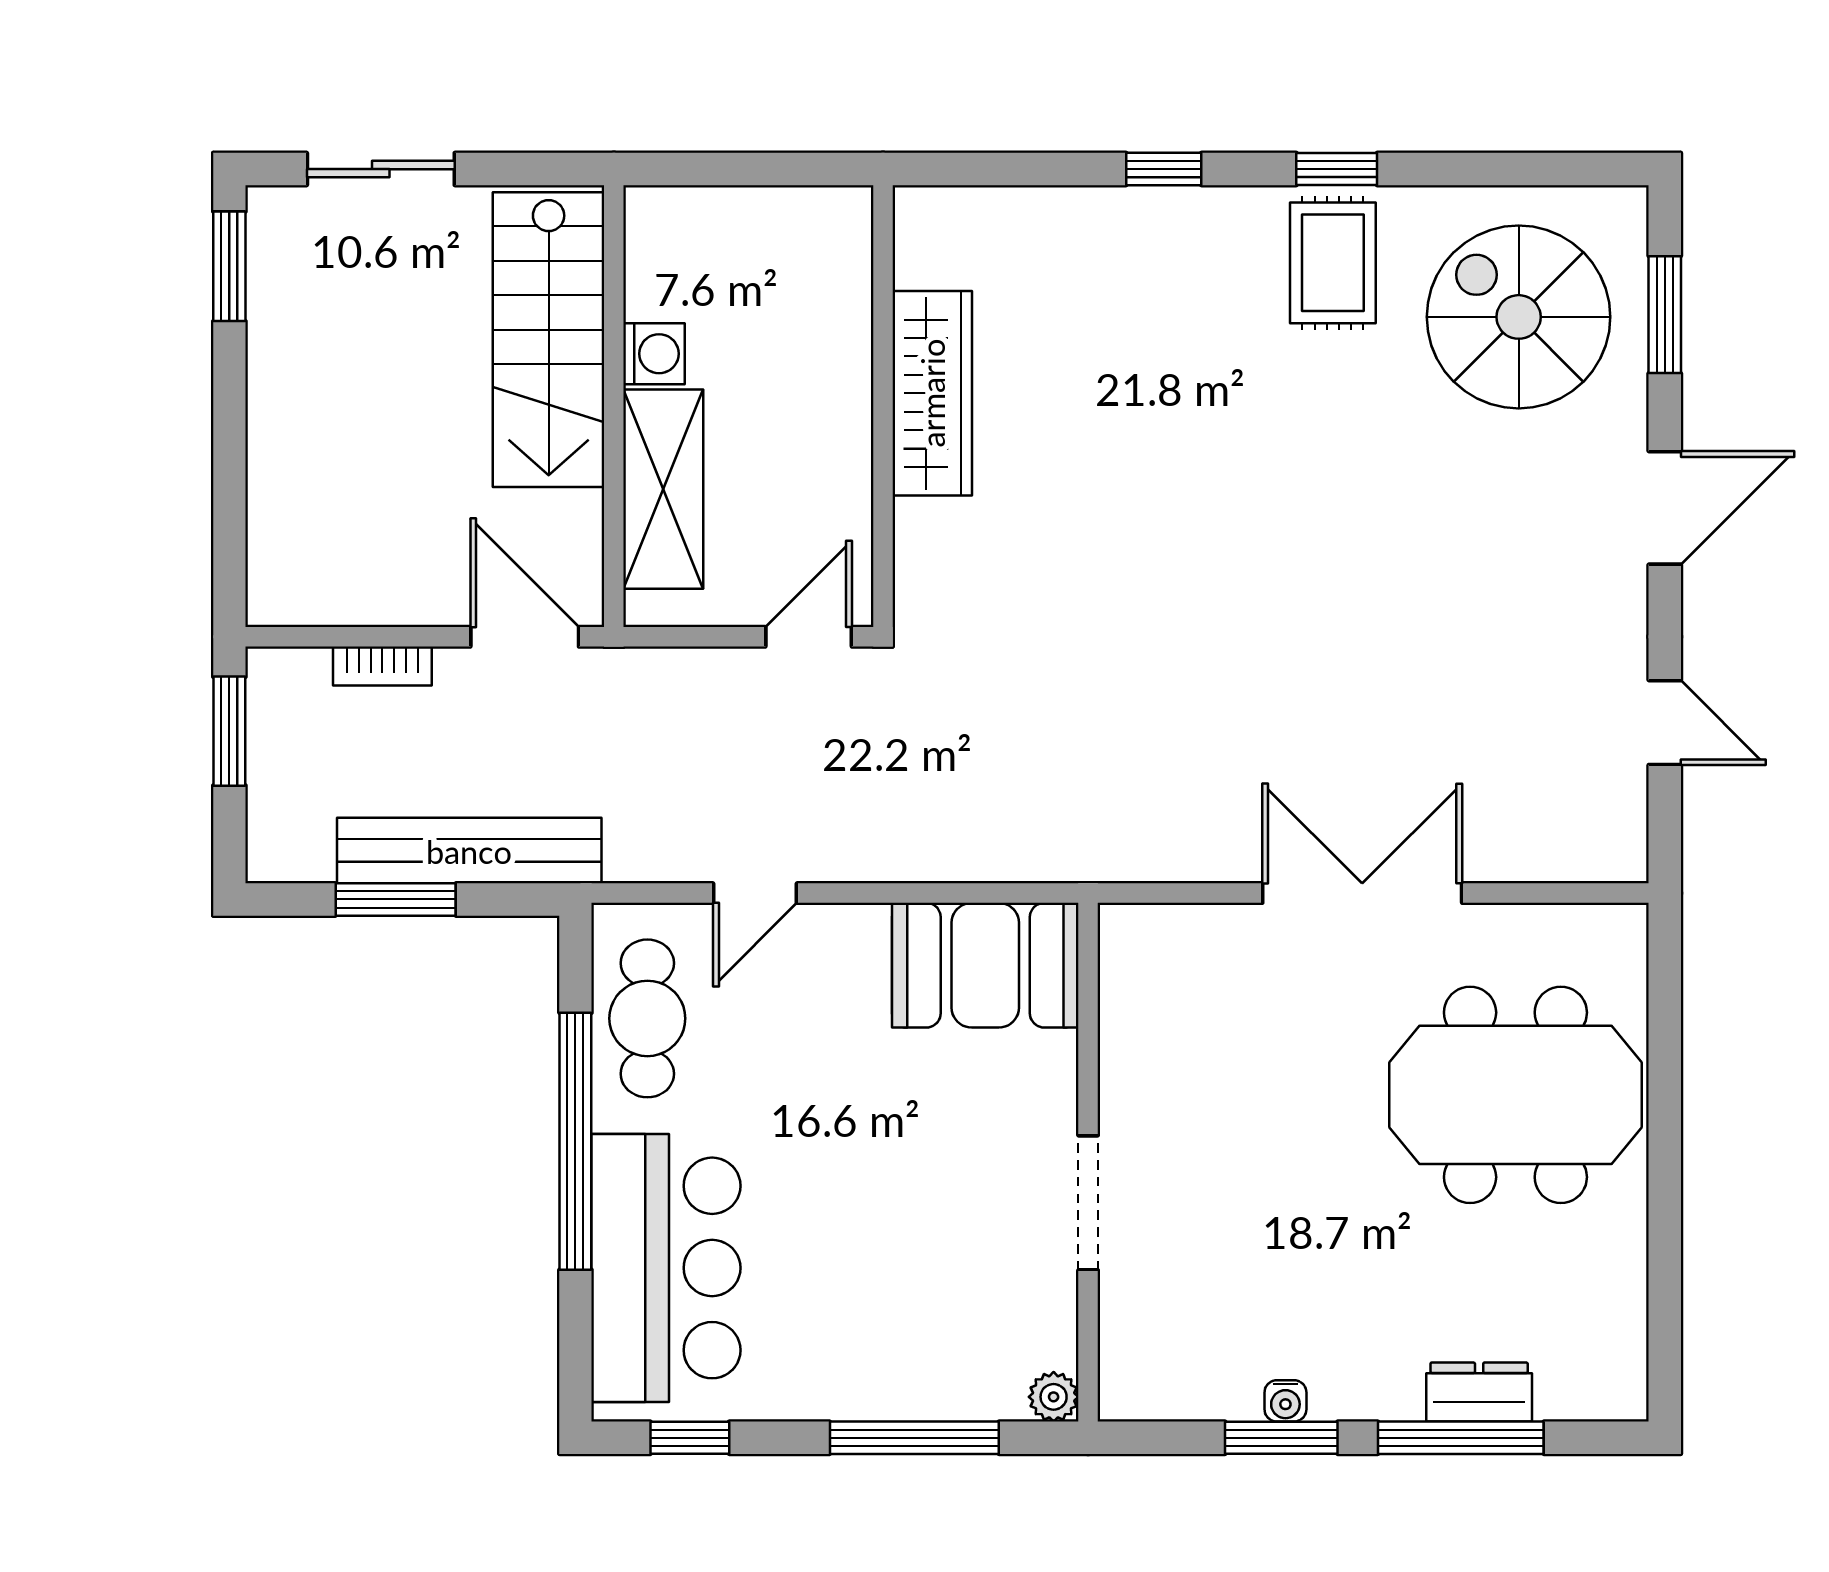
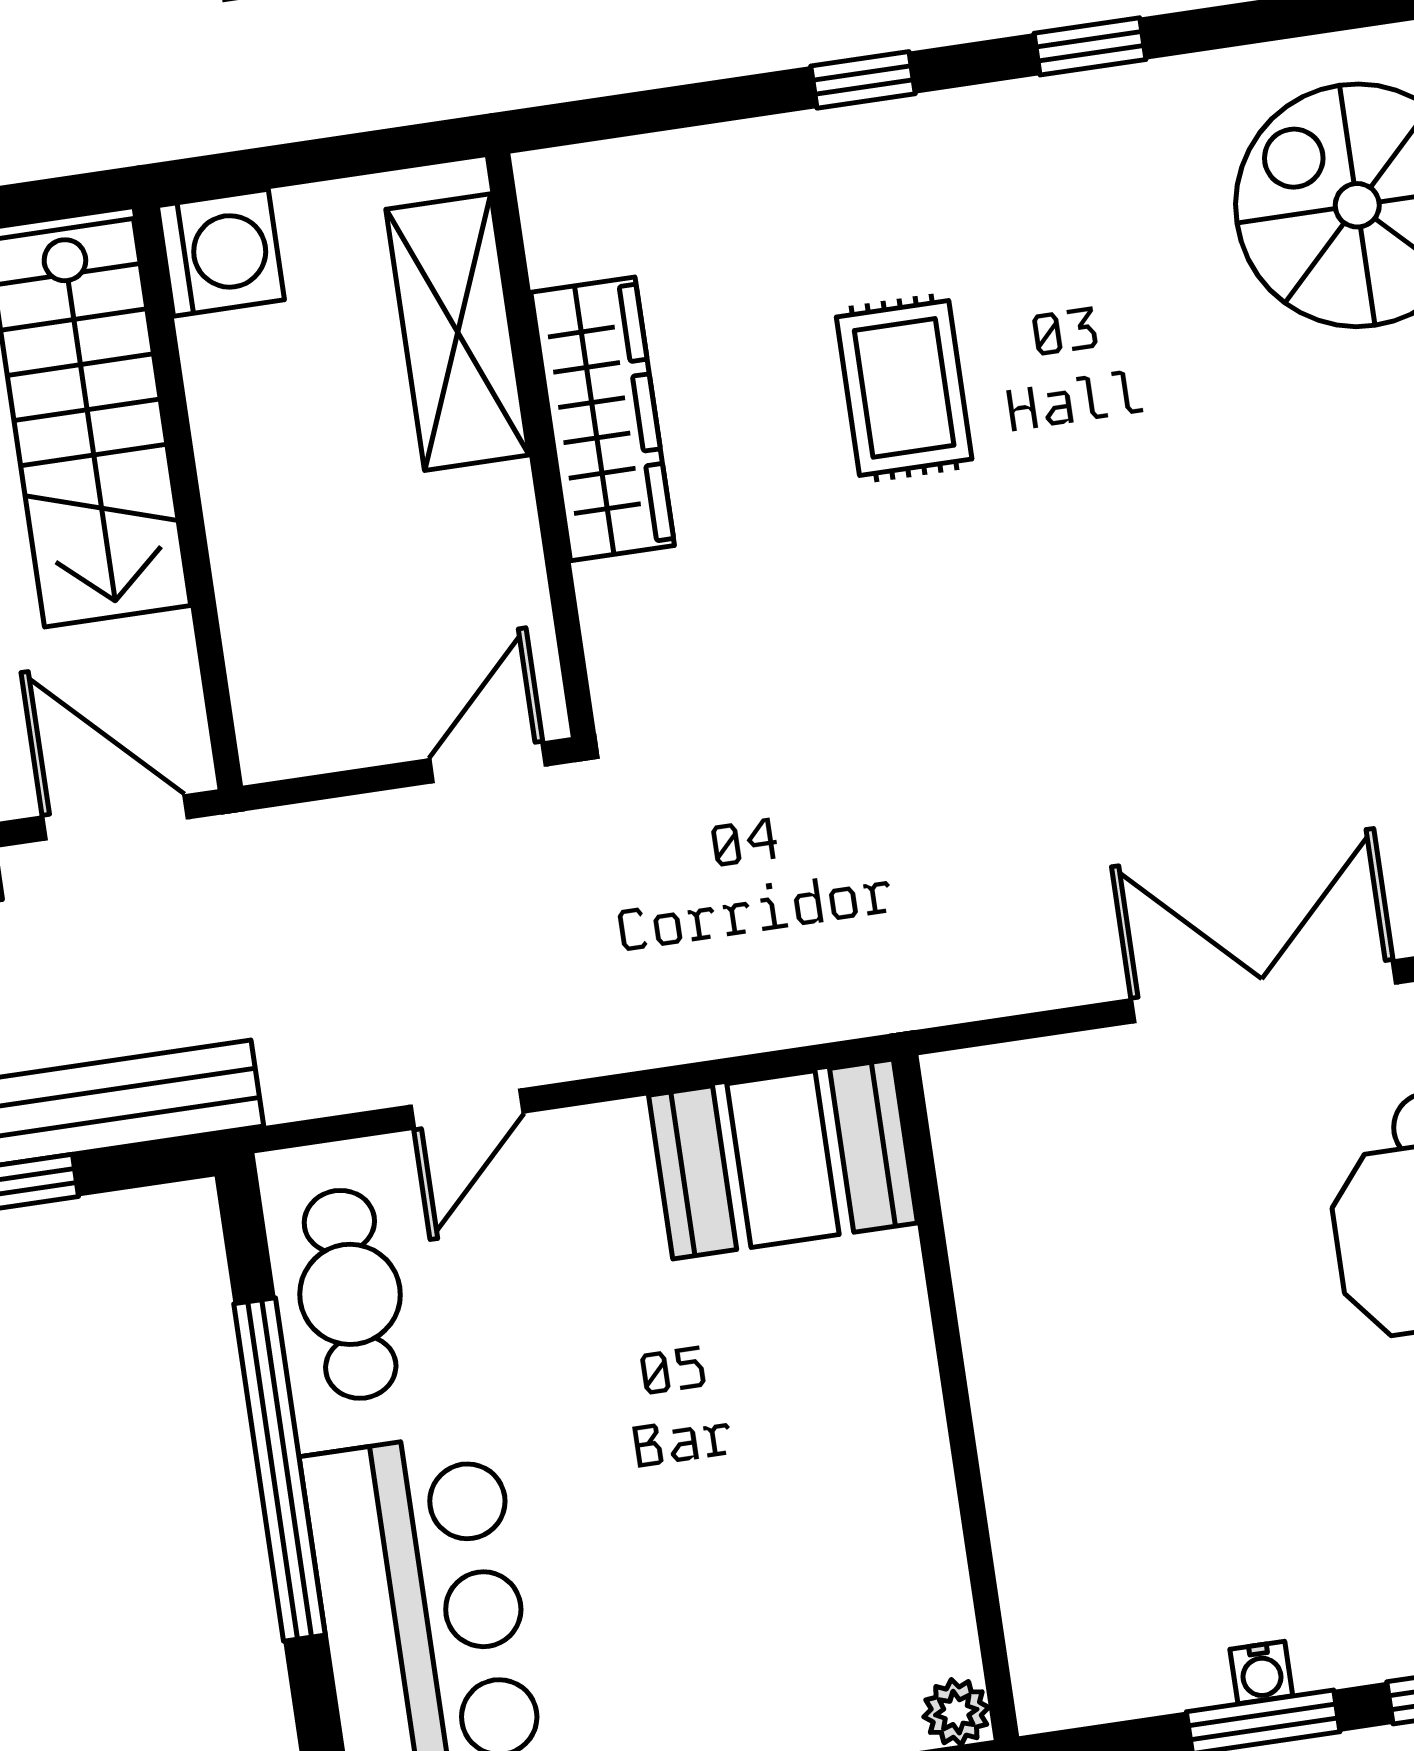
rug: (1333, 263) -> (904, 388), moved
washing machine: (654, 354) -> (221, 253), moved, width x1.38, depth x1.38
shelving: (663, 489) -> (458, 332), moved
doorway: (1088, 1203) -> (964, 1451), removed

